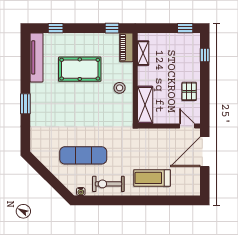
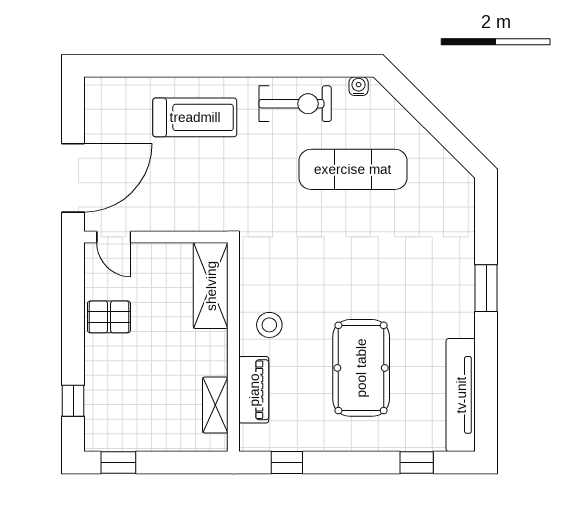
piano: (126, 47) -> (254, 390), moved
pool table: (80, 69) -> (361, 368), turned 90
pallet: (189, 91) -> (109, 317), turned 90

